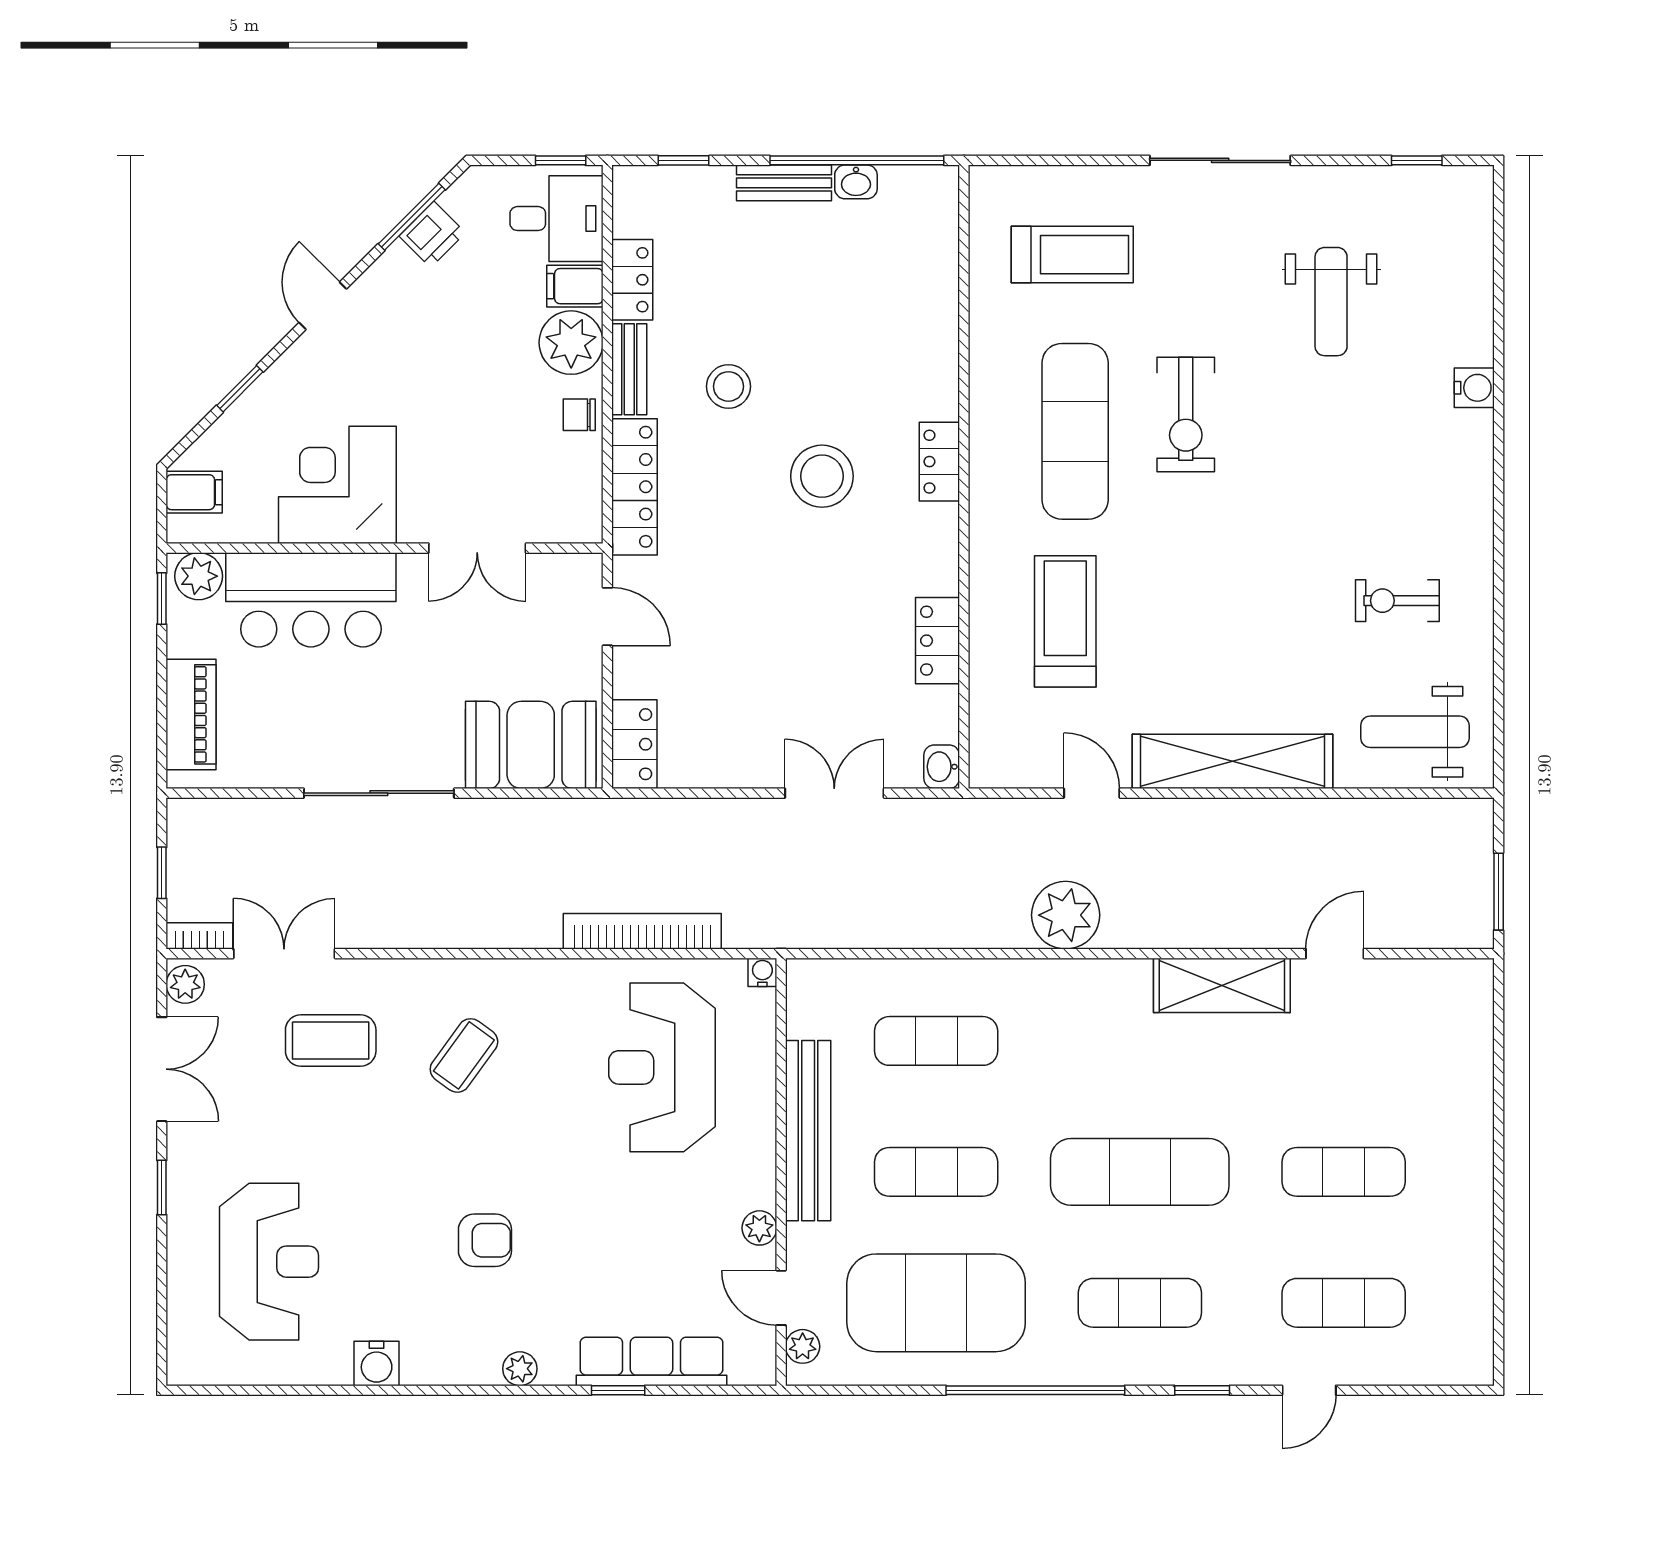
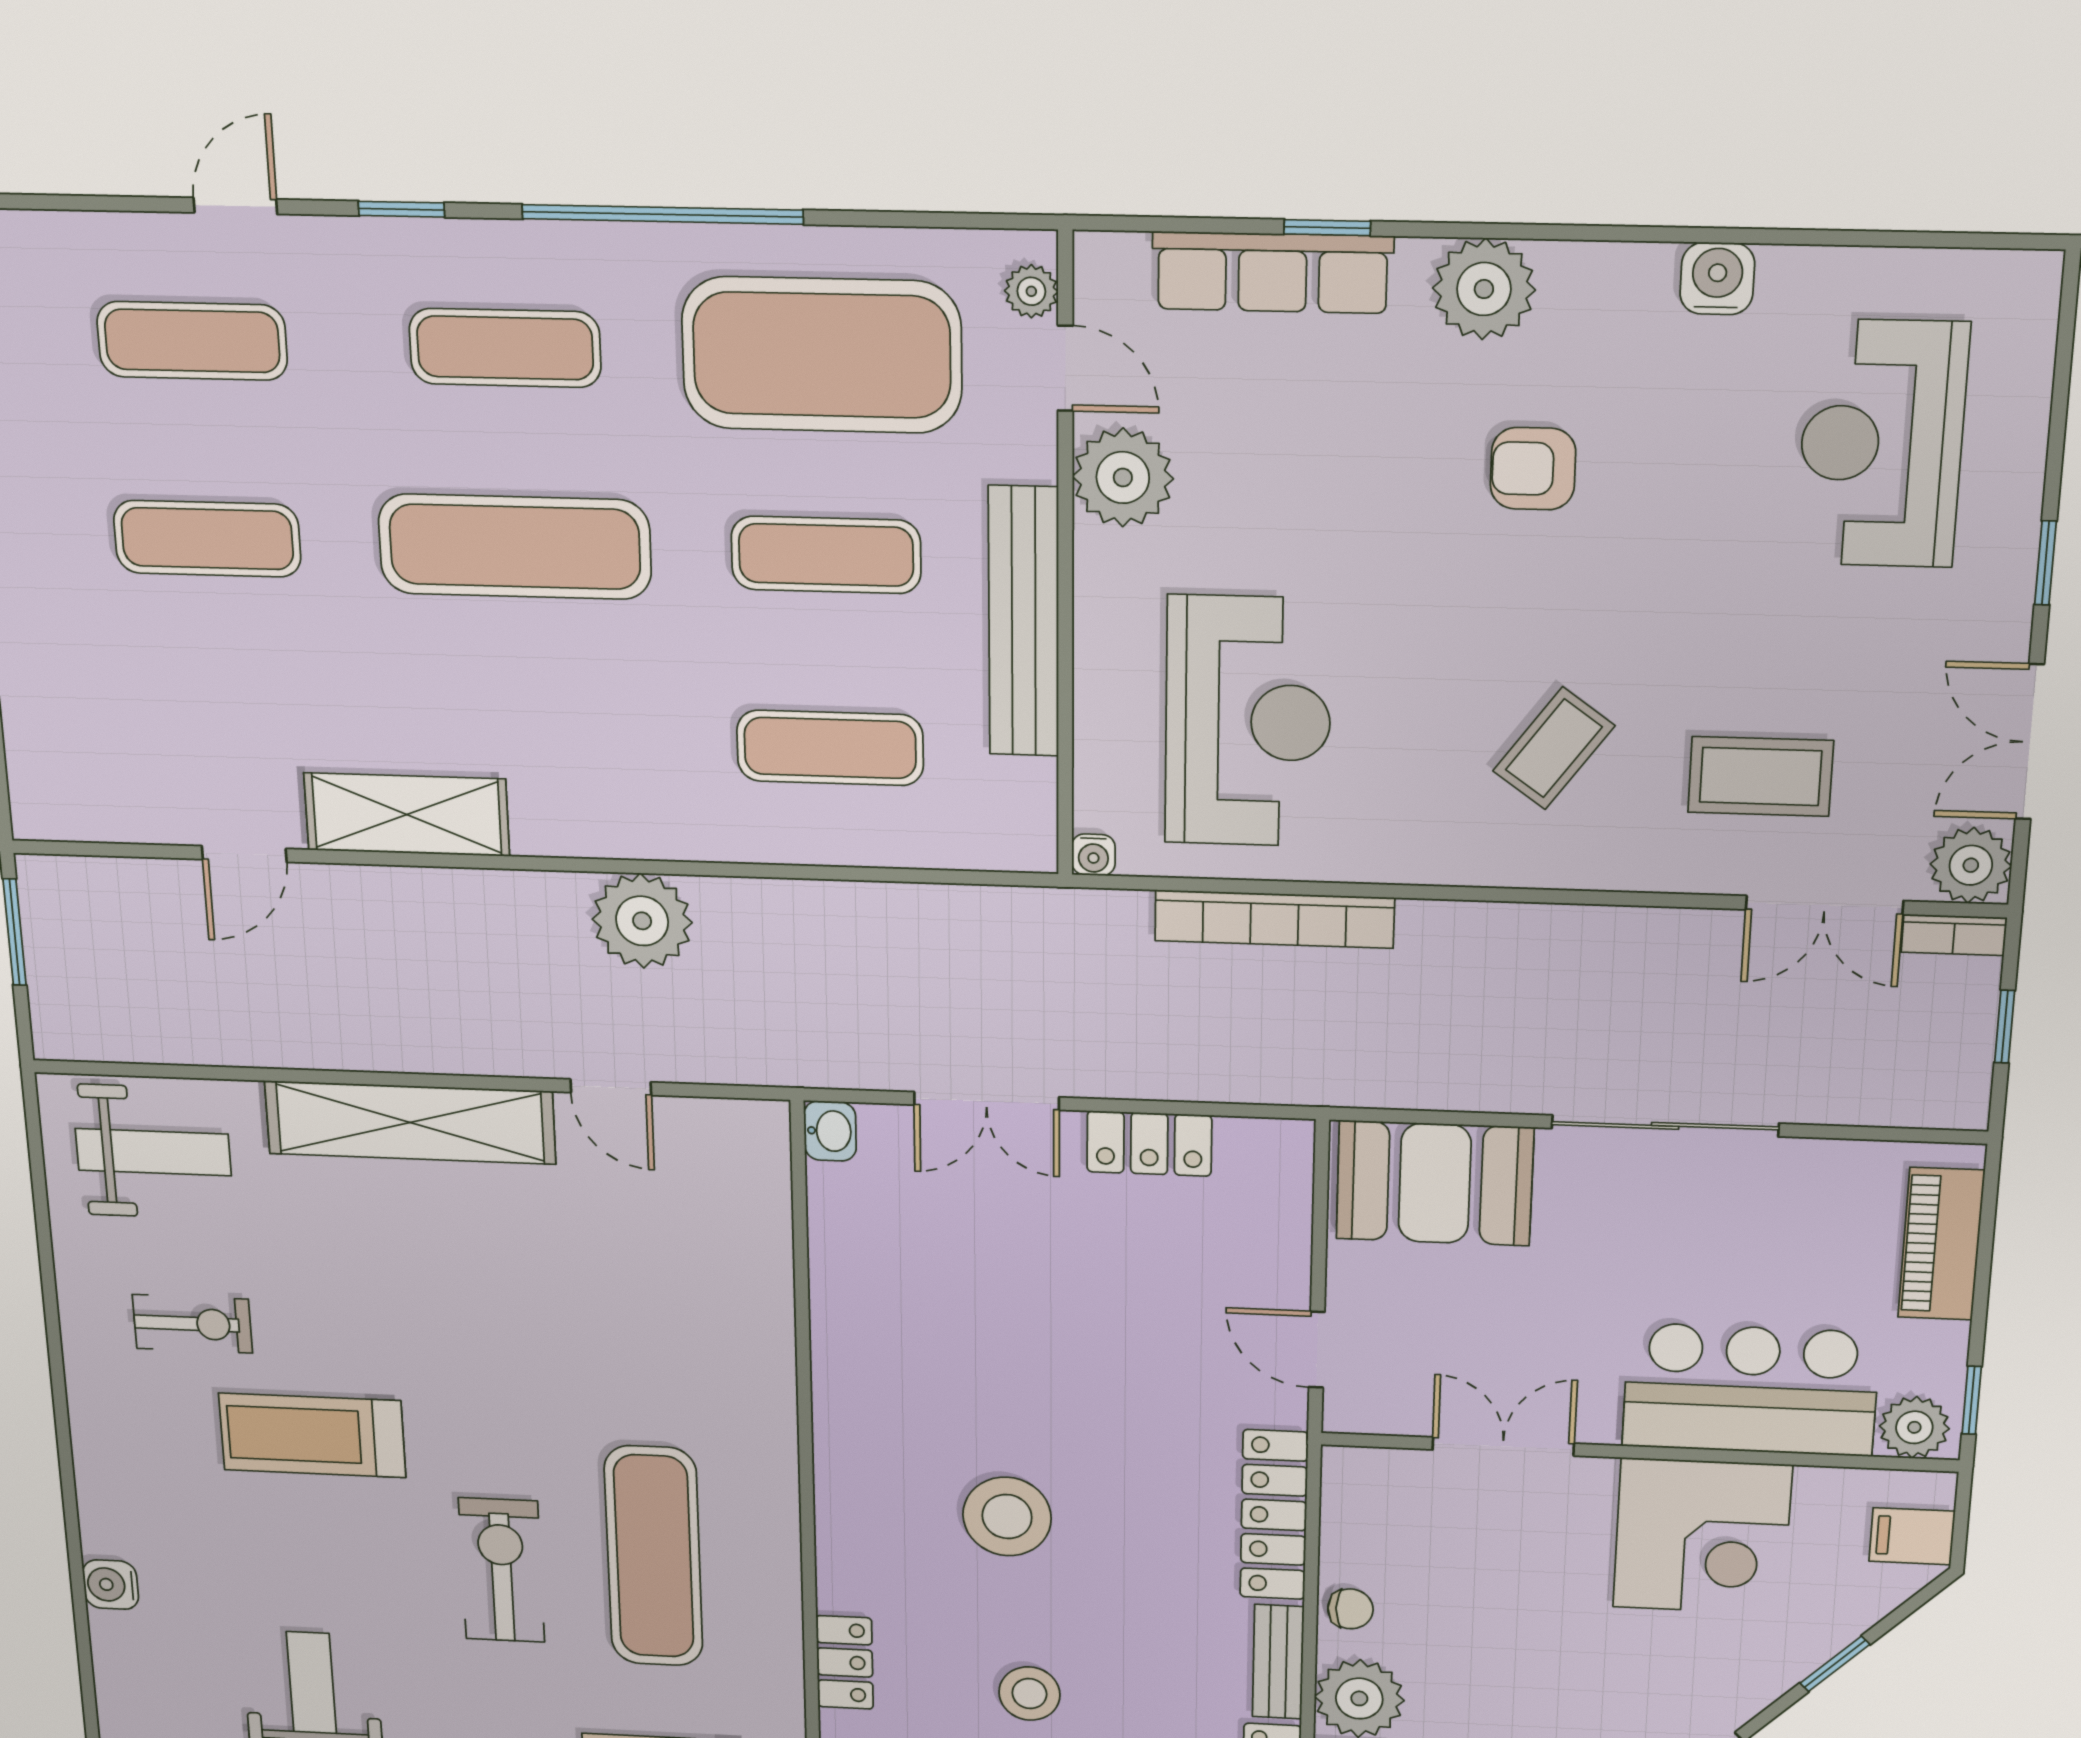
stool: (728, 386) -> (1029, 1694), moved
locker: (939, 462) -> (845, 1662), moved
treadmill: (1065, 621) -> (312, 1435), moved, turned 90
locker: (938, 641) -> (840, 1299), removed
locker: (634, 744) -> (1149, 1144), moved, turned -90
plant: (185, 984) -> (1971, 865), width x1.38, depth x1.38
plant: (759, 1228) -> (1123, 478), width x1.88, depth x1.88
plant: (520, 1369) -> (1484, 289), width x1.88, depth x1.88

